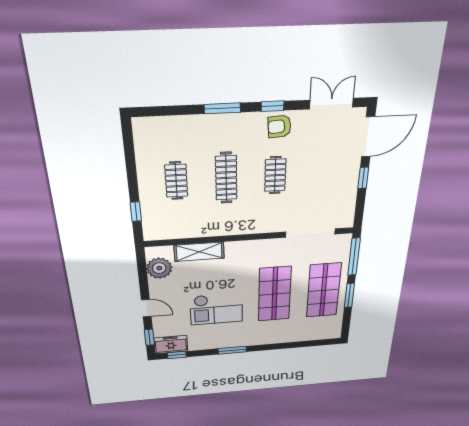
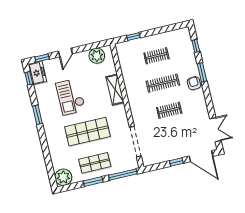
window: (273, 106) -> (196, 46), moved
armchair: (279, 126) -> (194, 83), moved
shelving: (199, 252) -> (115, 90), moved
shop shelf: (324, 290) -> (95, 163), width x0.70, depth x0.74
plant: (330, 330) -> (63, 177), added

